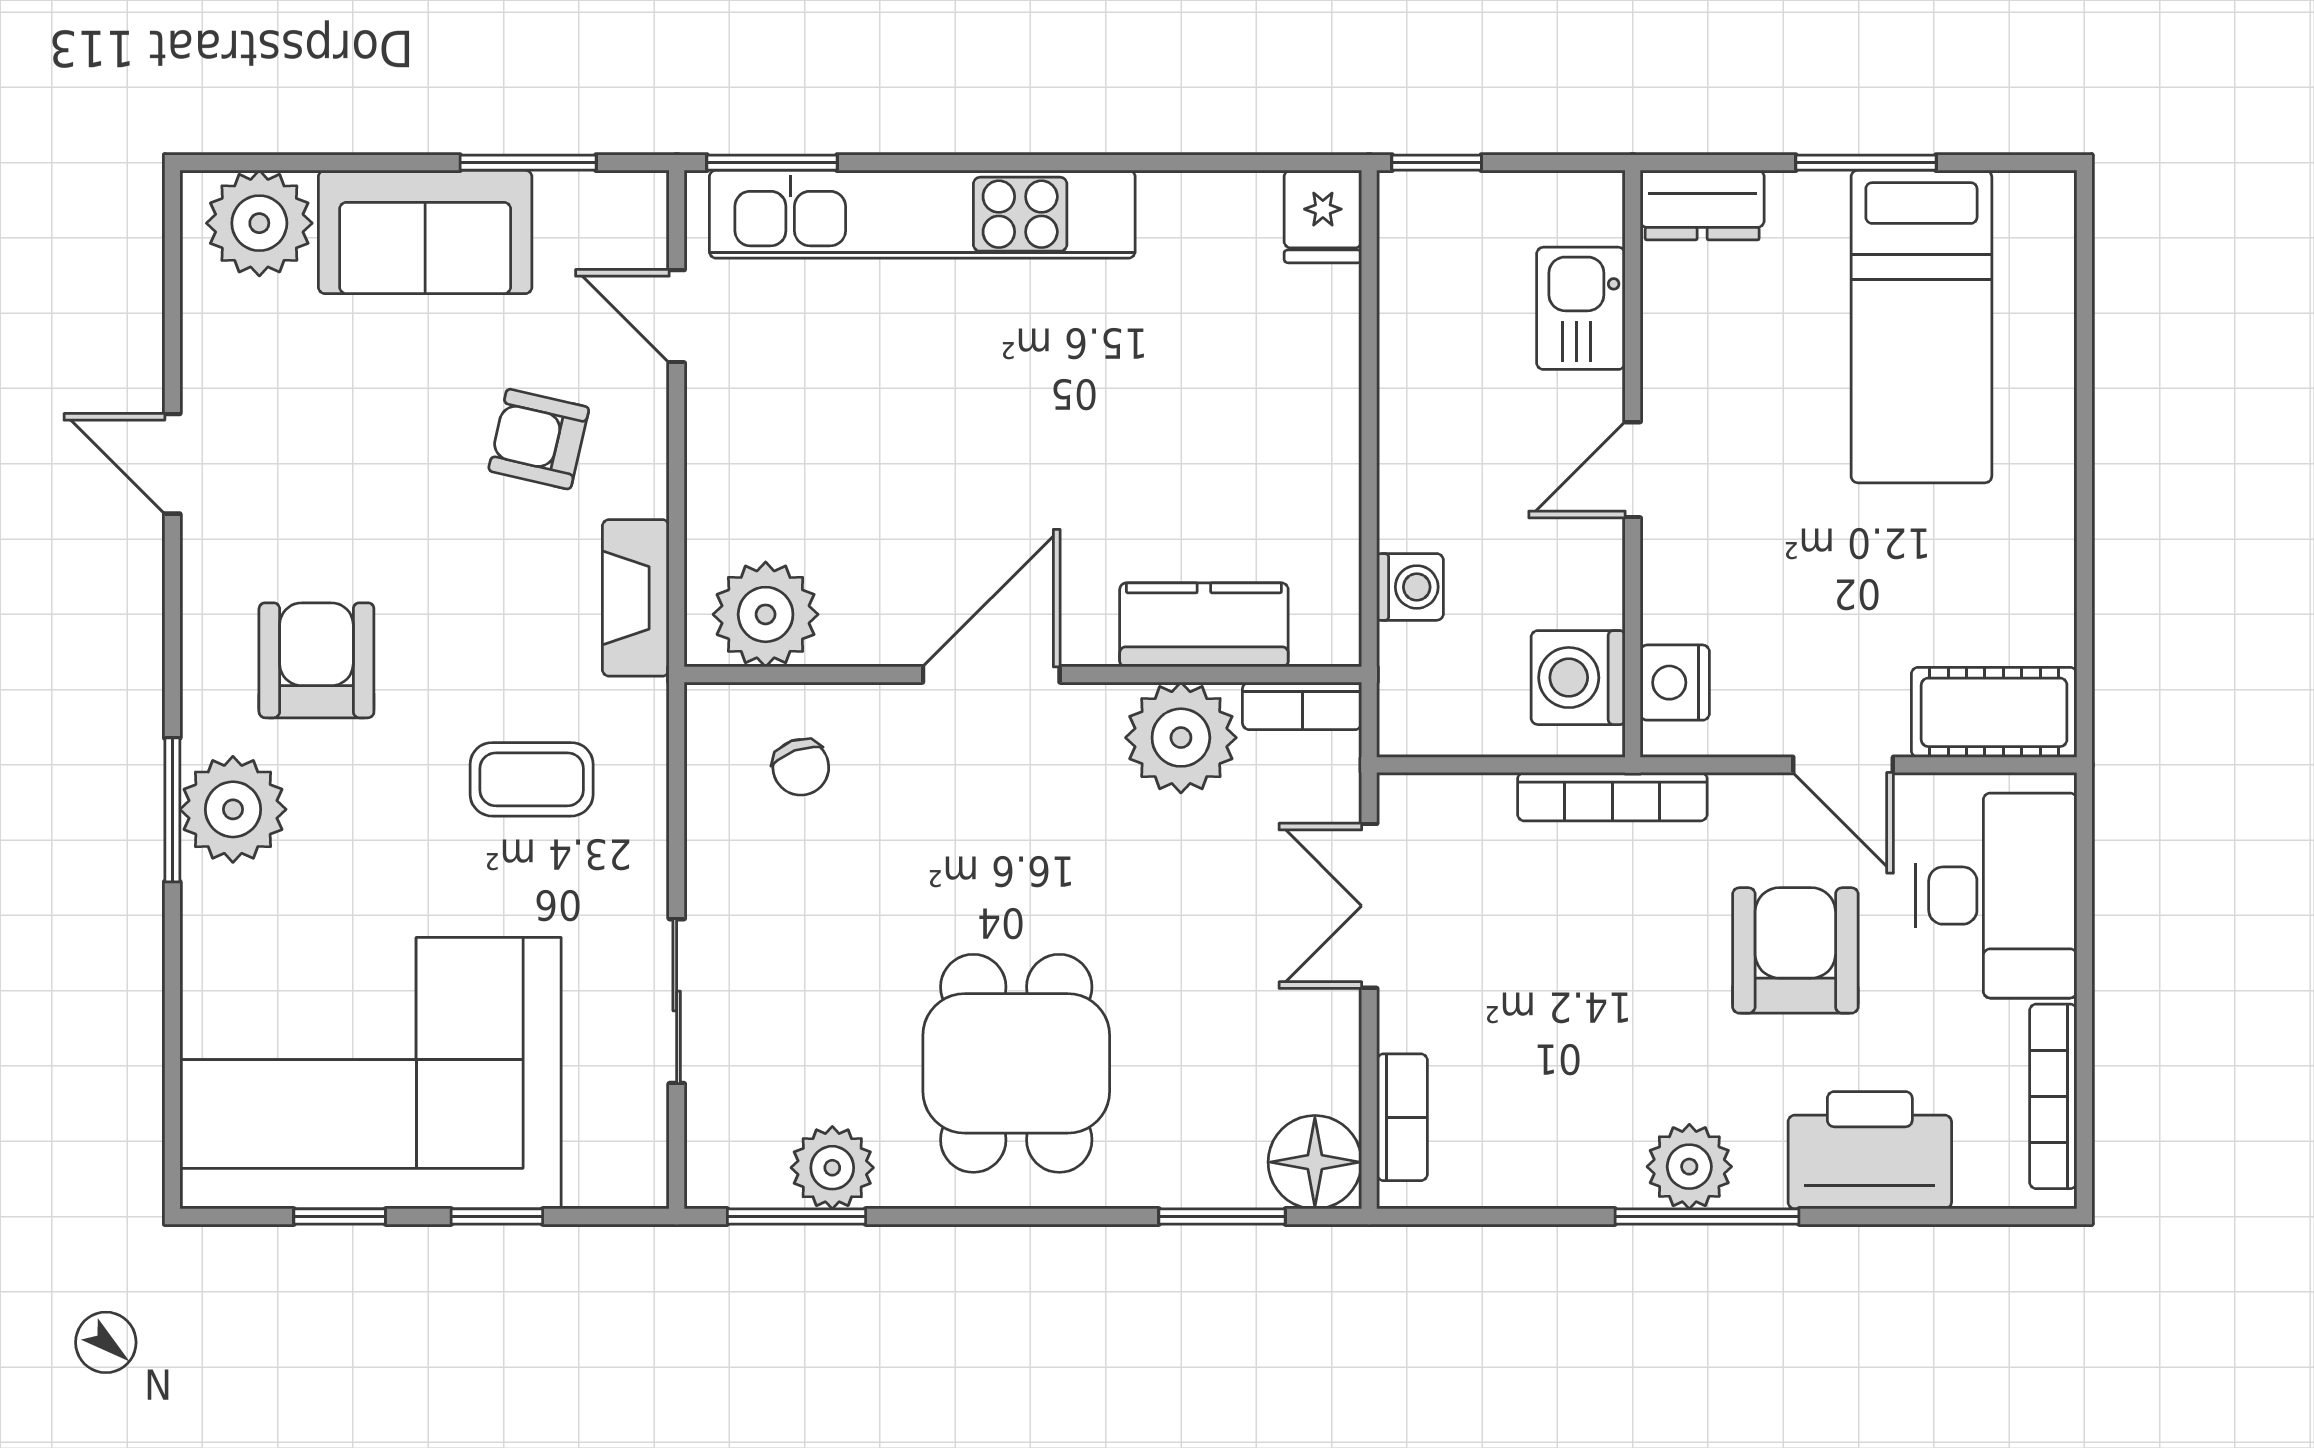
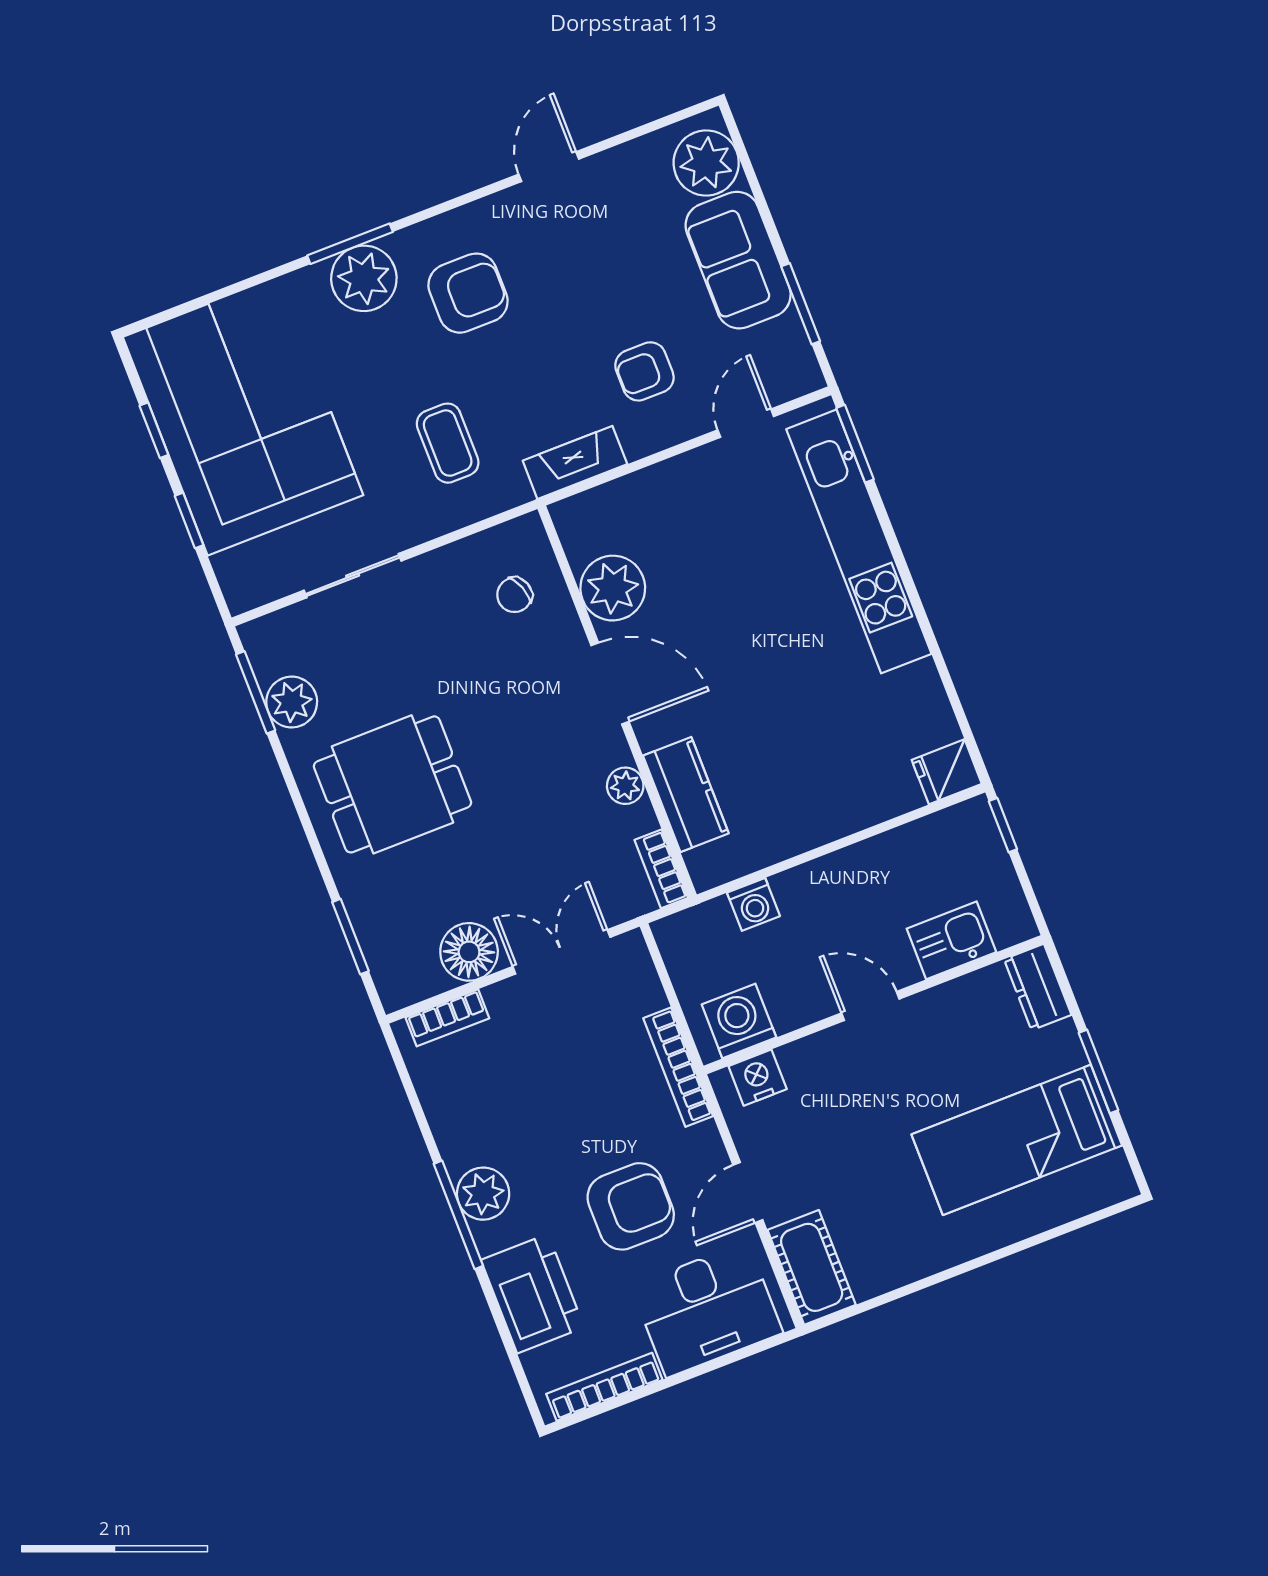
armchair: (539, 439) -> (644, 371), turned -103
plant: (766, 614) -> (613, 588), moved
plant: (1181, 738) -> (625, 786), width x0.53, depth x0.53
floor lamp: (1315, 1162) -> (469, 952), moved

